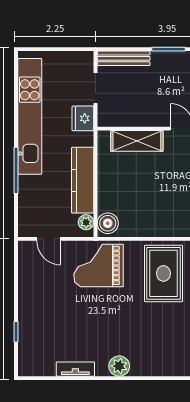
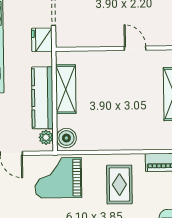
shelving: (137, 141) -> (66, 89), moved, turned 90
rug: (163, 273) -> (119, 185), width x0.73, depth x0.70

